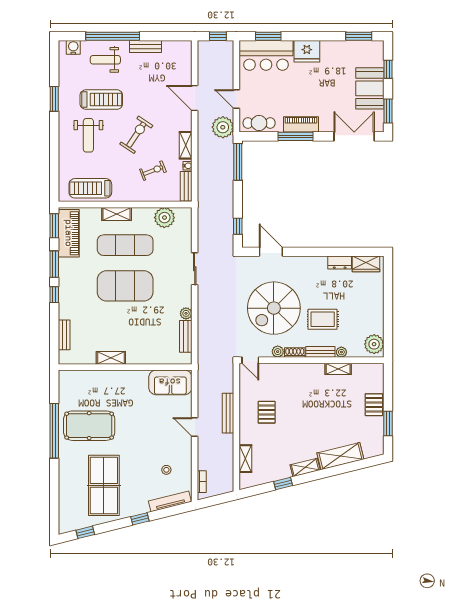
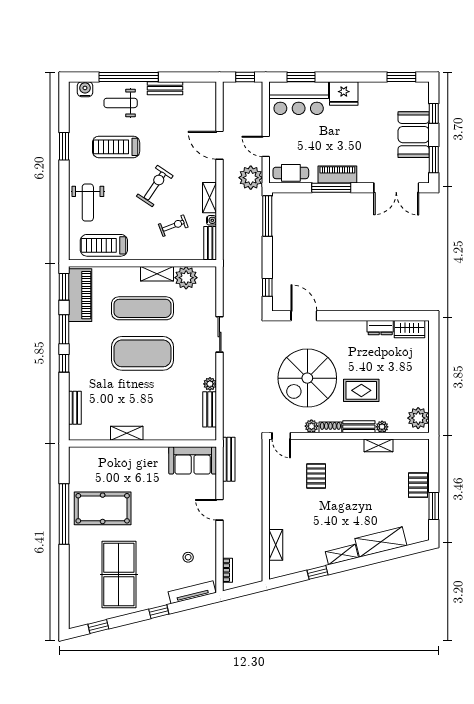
treadmill: (101, 100) -> (116, 147), turned 180
weight bench: (88, 135) -> (88, 203), moved
double door: (354, 136) -> (396, 188), swing flipped
shelving: (117, 214) -> (157, 274), moved
pallet: (267, 412) -> (316, 476), moved
bench: (228, 413) -> (229, 459), moved

